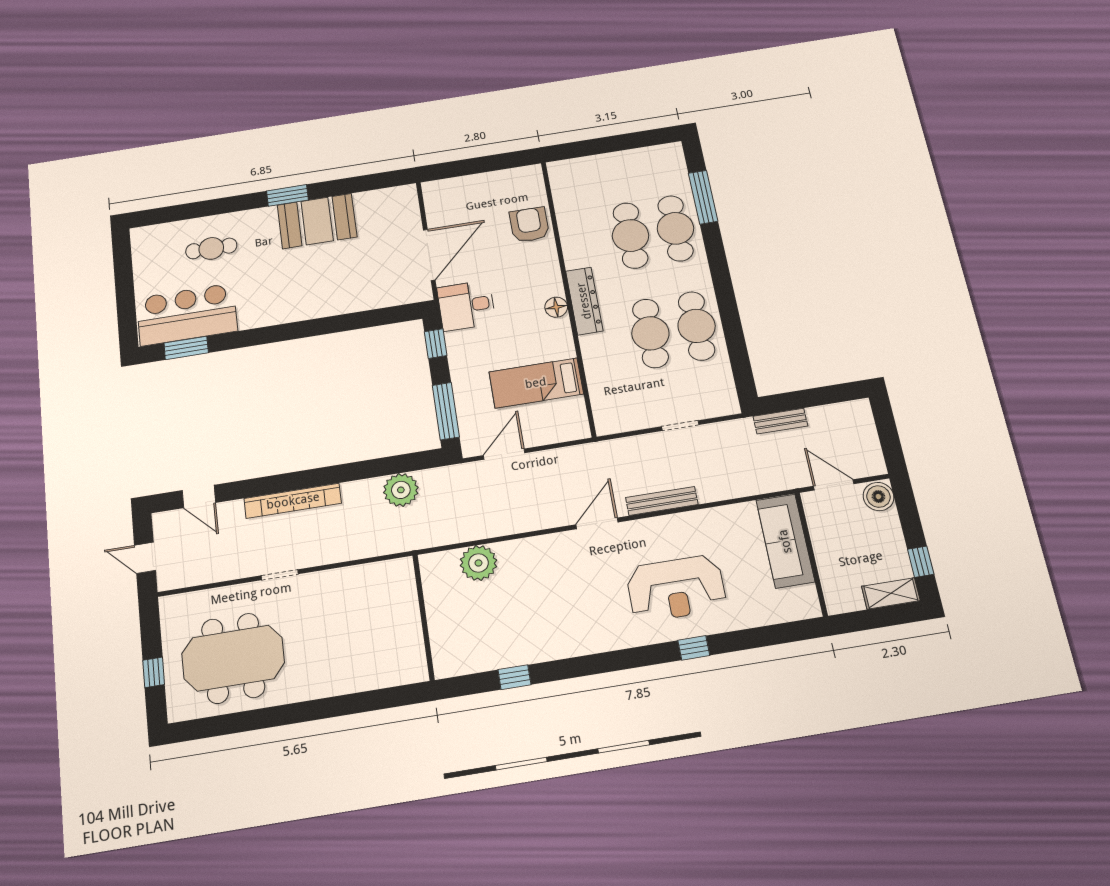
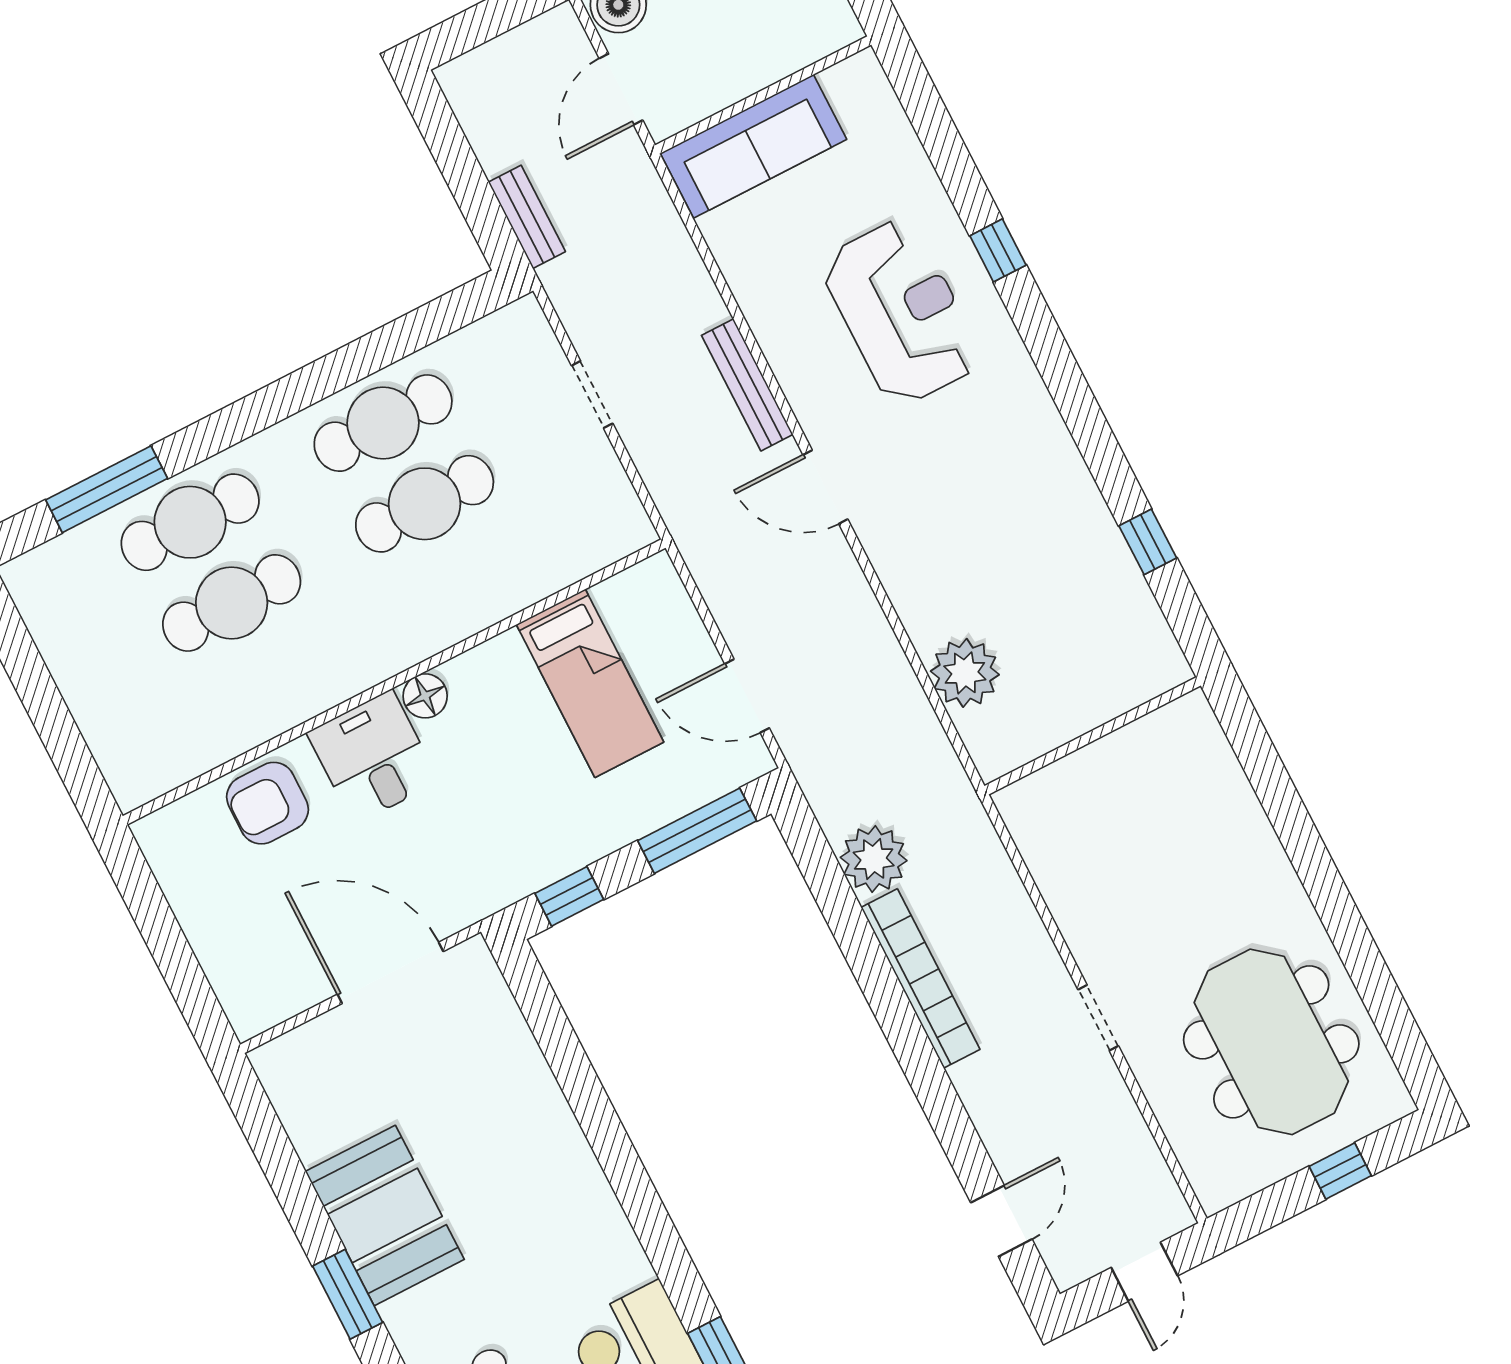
dresser: (584, 301) -> (396, 647), removed
desk: (466, 306) -> (373, 757), moved, turned 180
bookcase: (293, 501) -> (920, 978), moved

